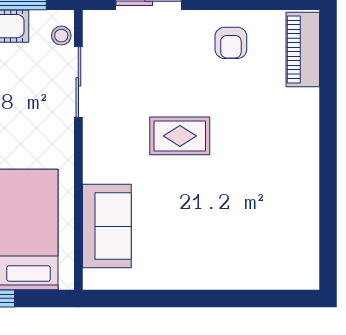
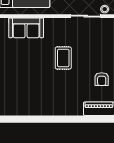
armchair: (231, 43) -> (102, 79), turned -90

